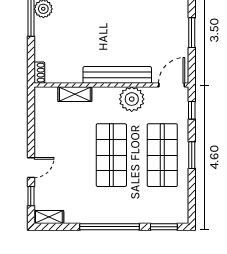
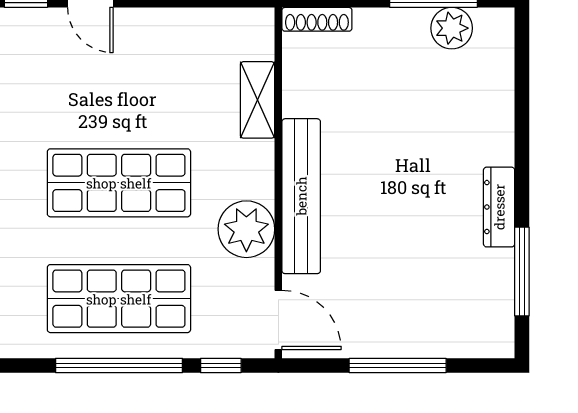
window: (192, 33) -> (398, 365), width x1.44
shoe rack: (39, 73) -> (317, 19), width x1.43
window: (192, 155) -> (119, 365), width x2.11

